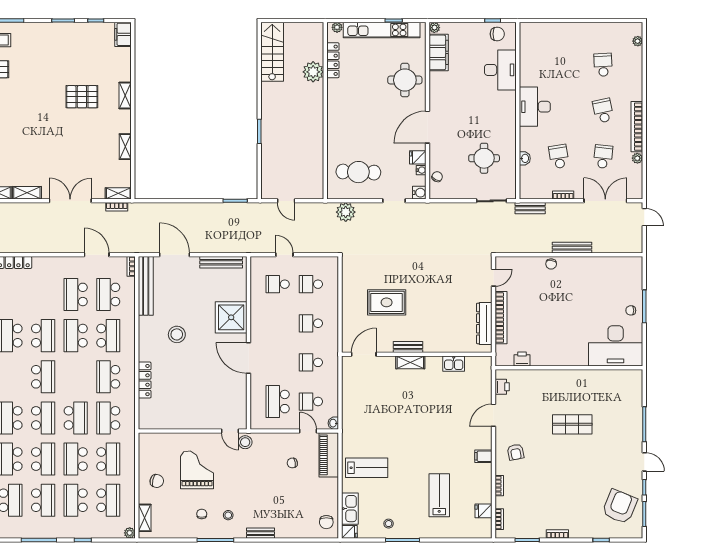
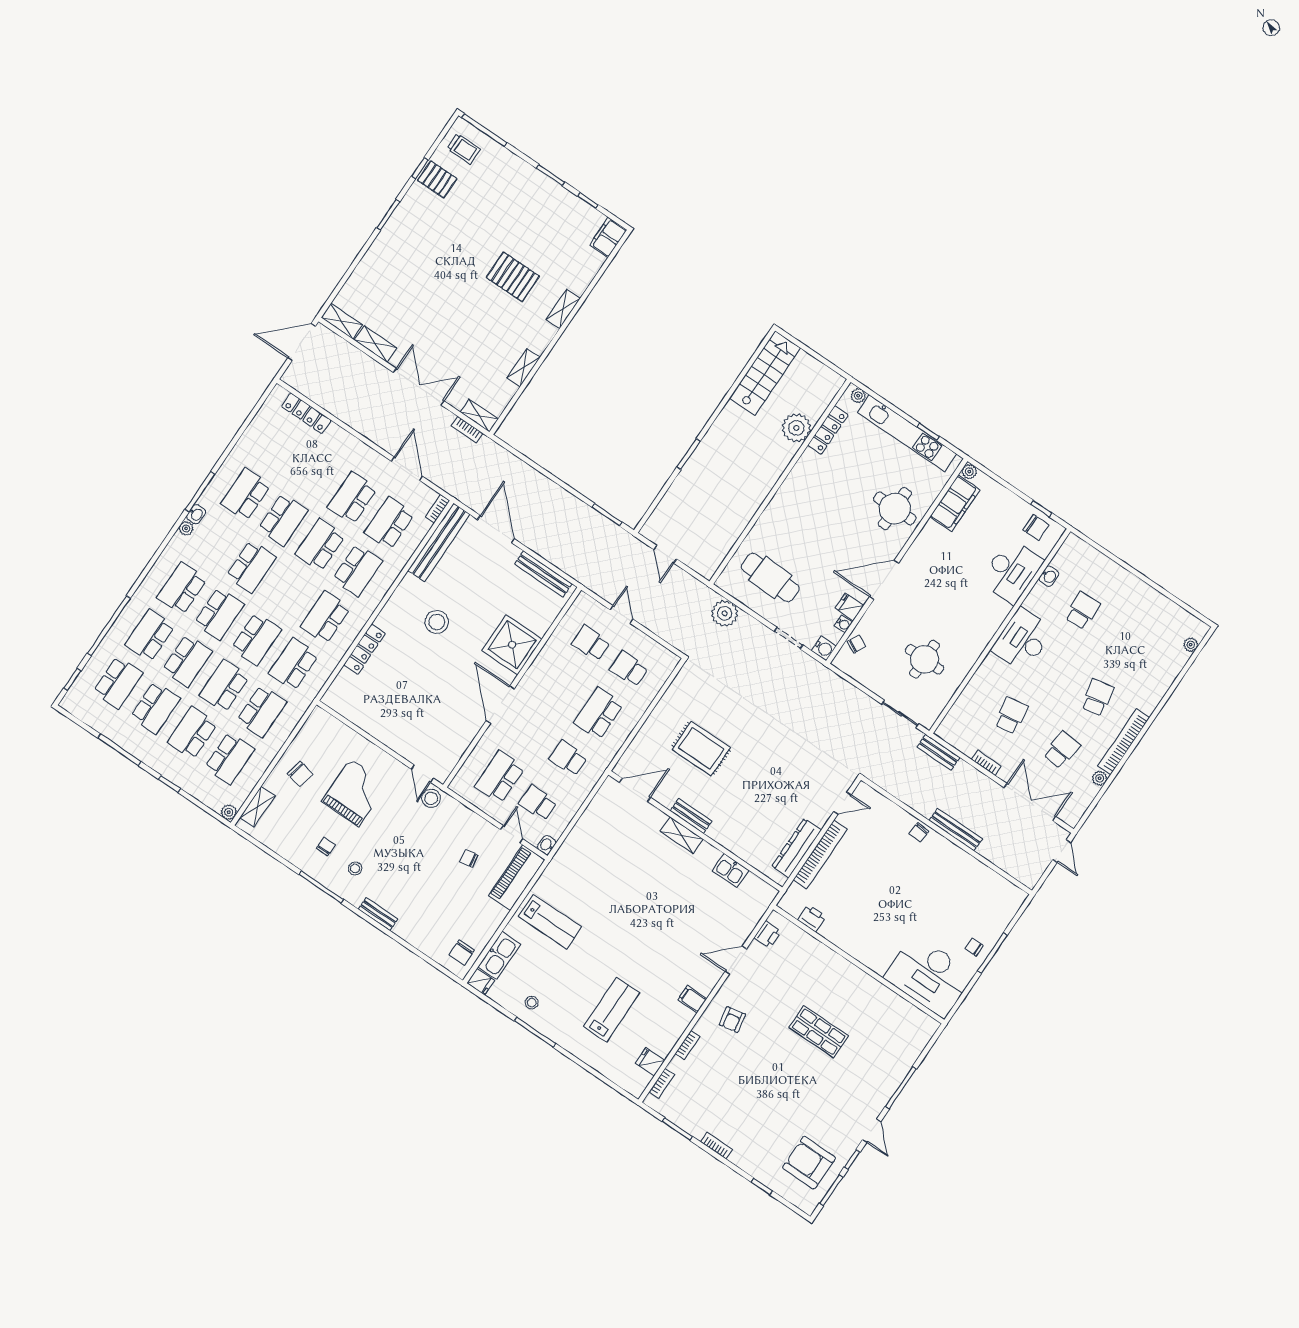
school desk: (603, 65) -> (1083, 611), moved
washbasin: (525, 158) -> (1049, 576), moved
school desk: (311, 323) -> (599, 713), width x1.85
armchair: (620, 507) -> (809, 1163), turned -112

